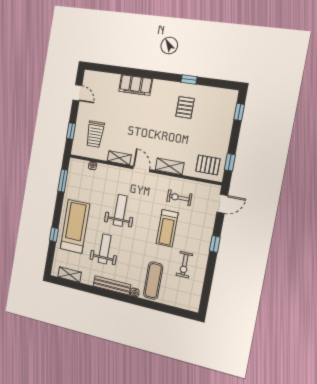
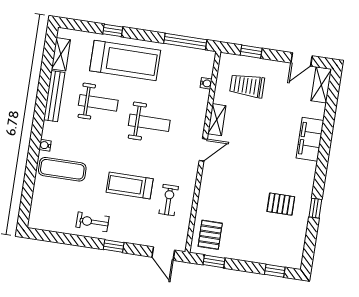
shelving: (170, 166) -> (321, 85), moved
window: (63, 181) -> (185, 42), width x1.44
exercise bike: (184, 265) -> (93, 222), moved
bench: (112, 285) -> (54, 96), moved

